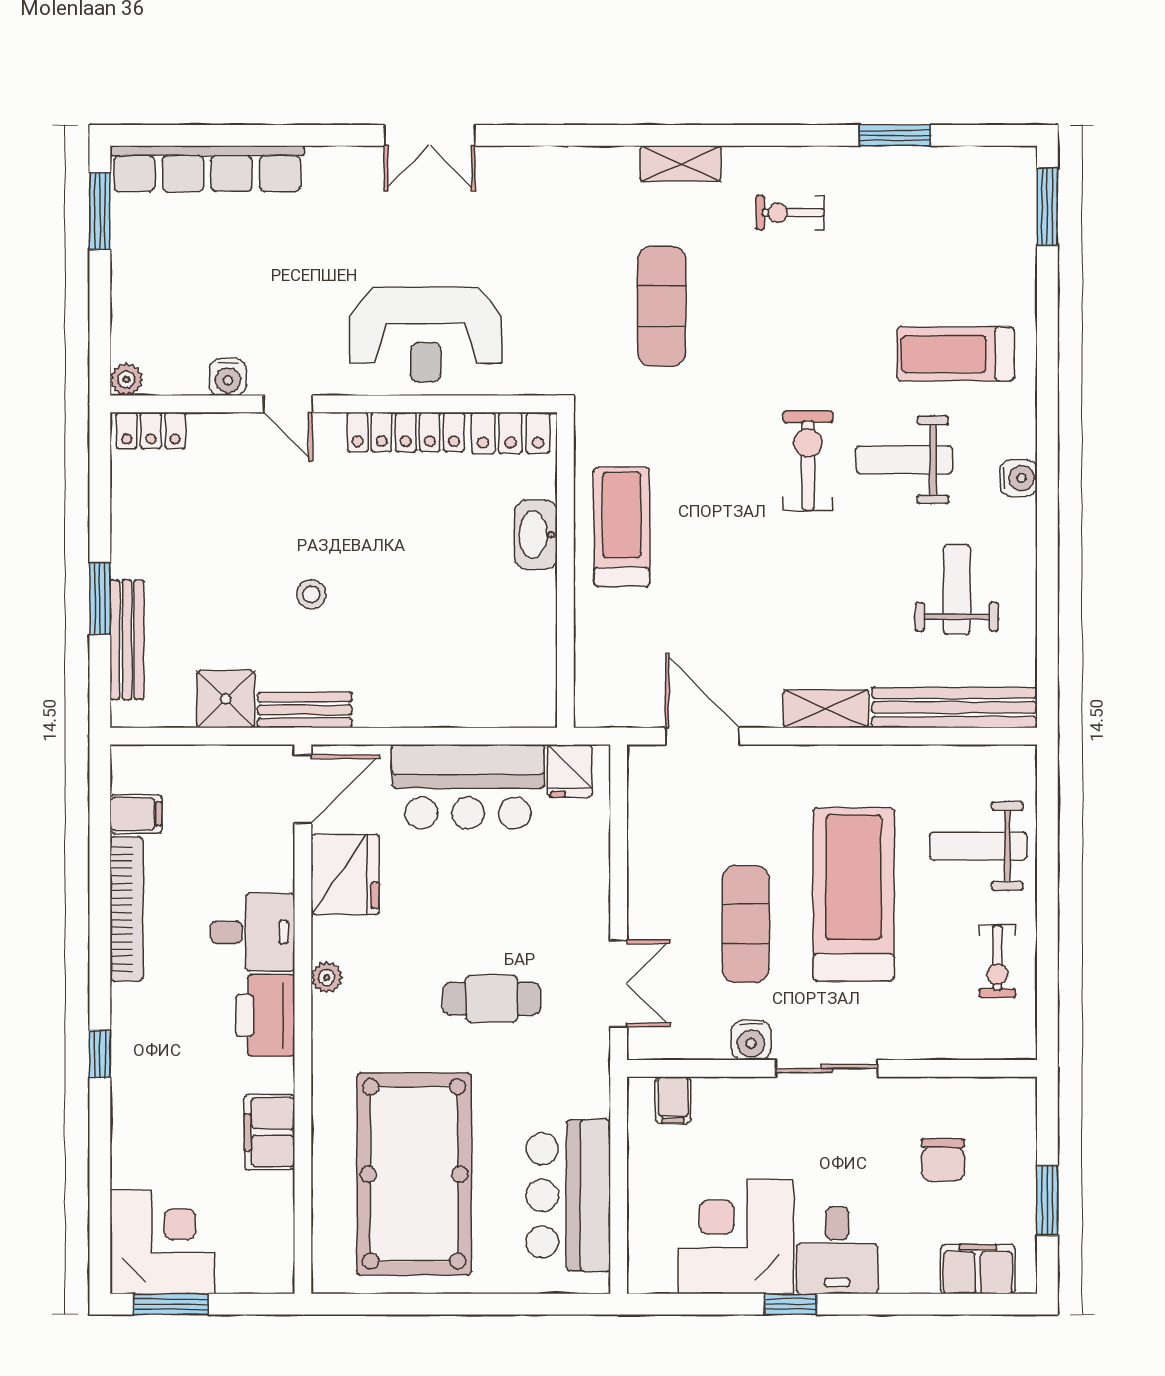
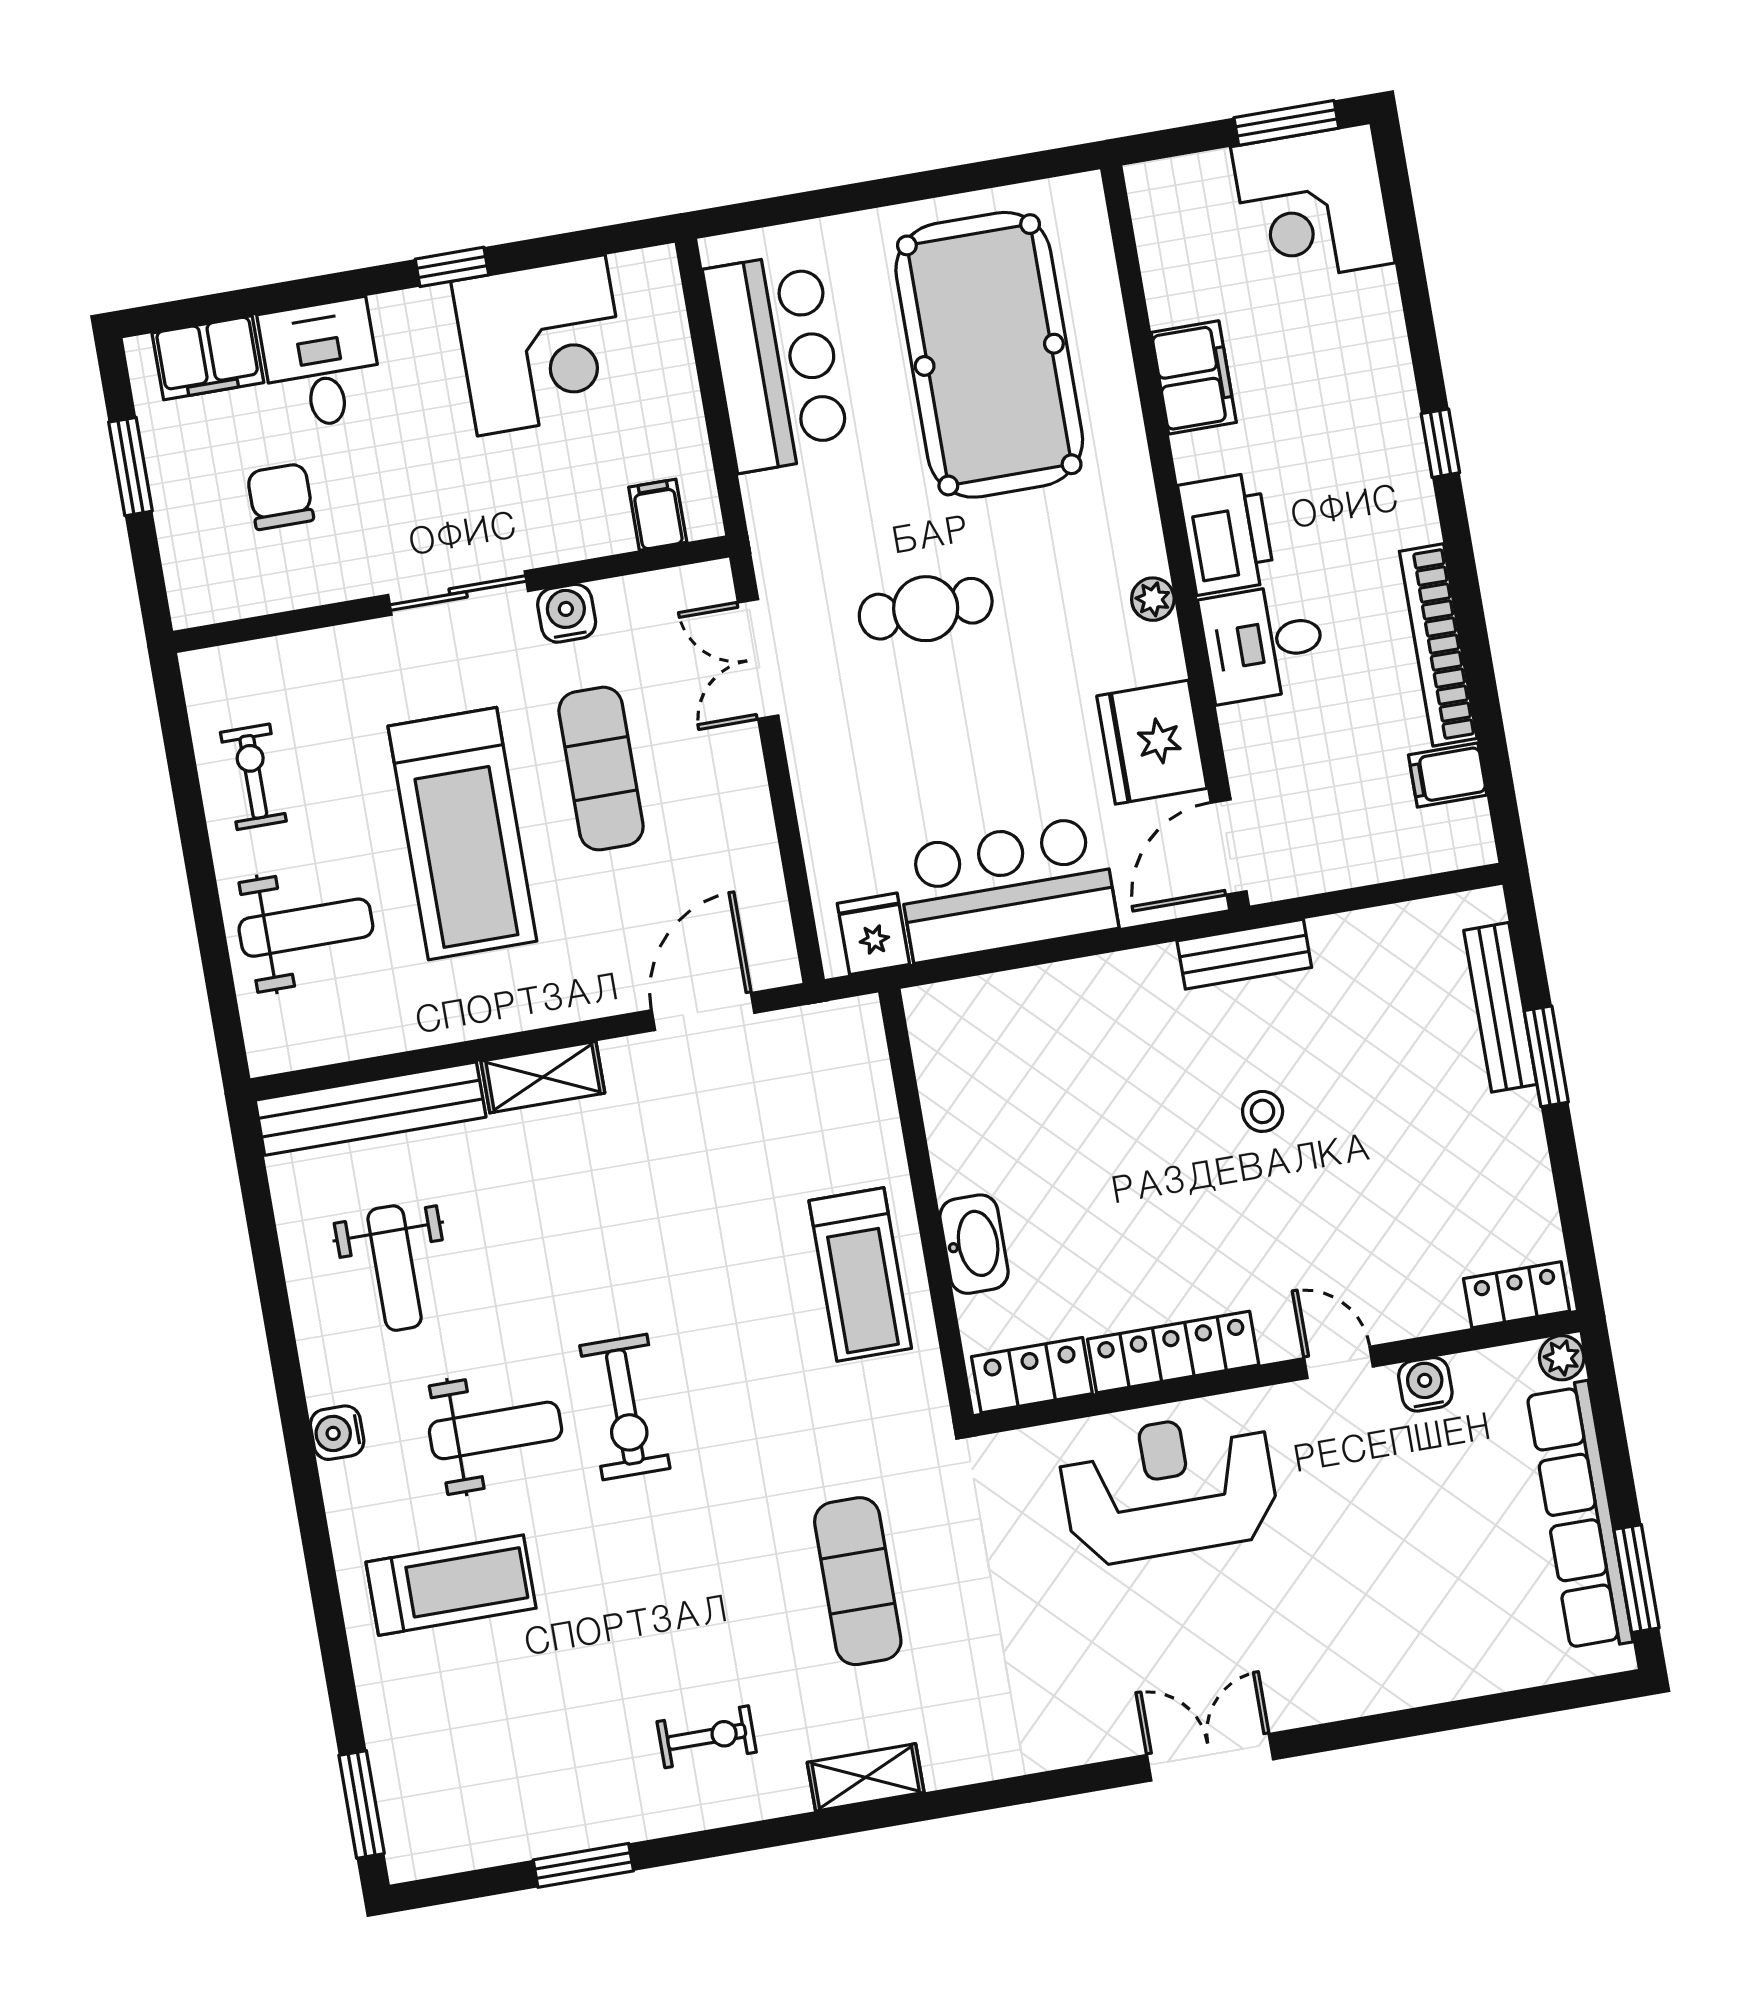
row of seats: (207, 169) -> (1580, 1516), moved, turned -90
shower: (226, 699) -> (1353, 951), removed
door: (702, 736) -> (703, 1011), swing flipped
desk: (837, 1250) -> (321, 364), moved

